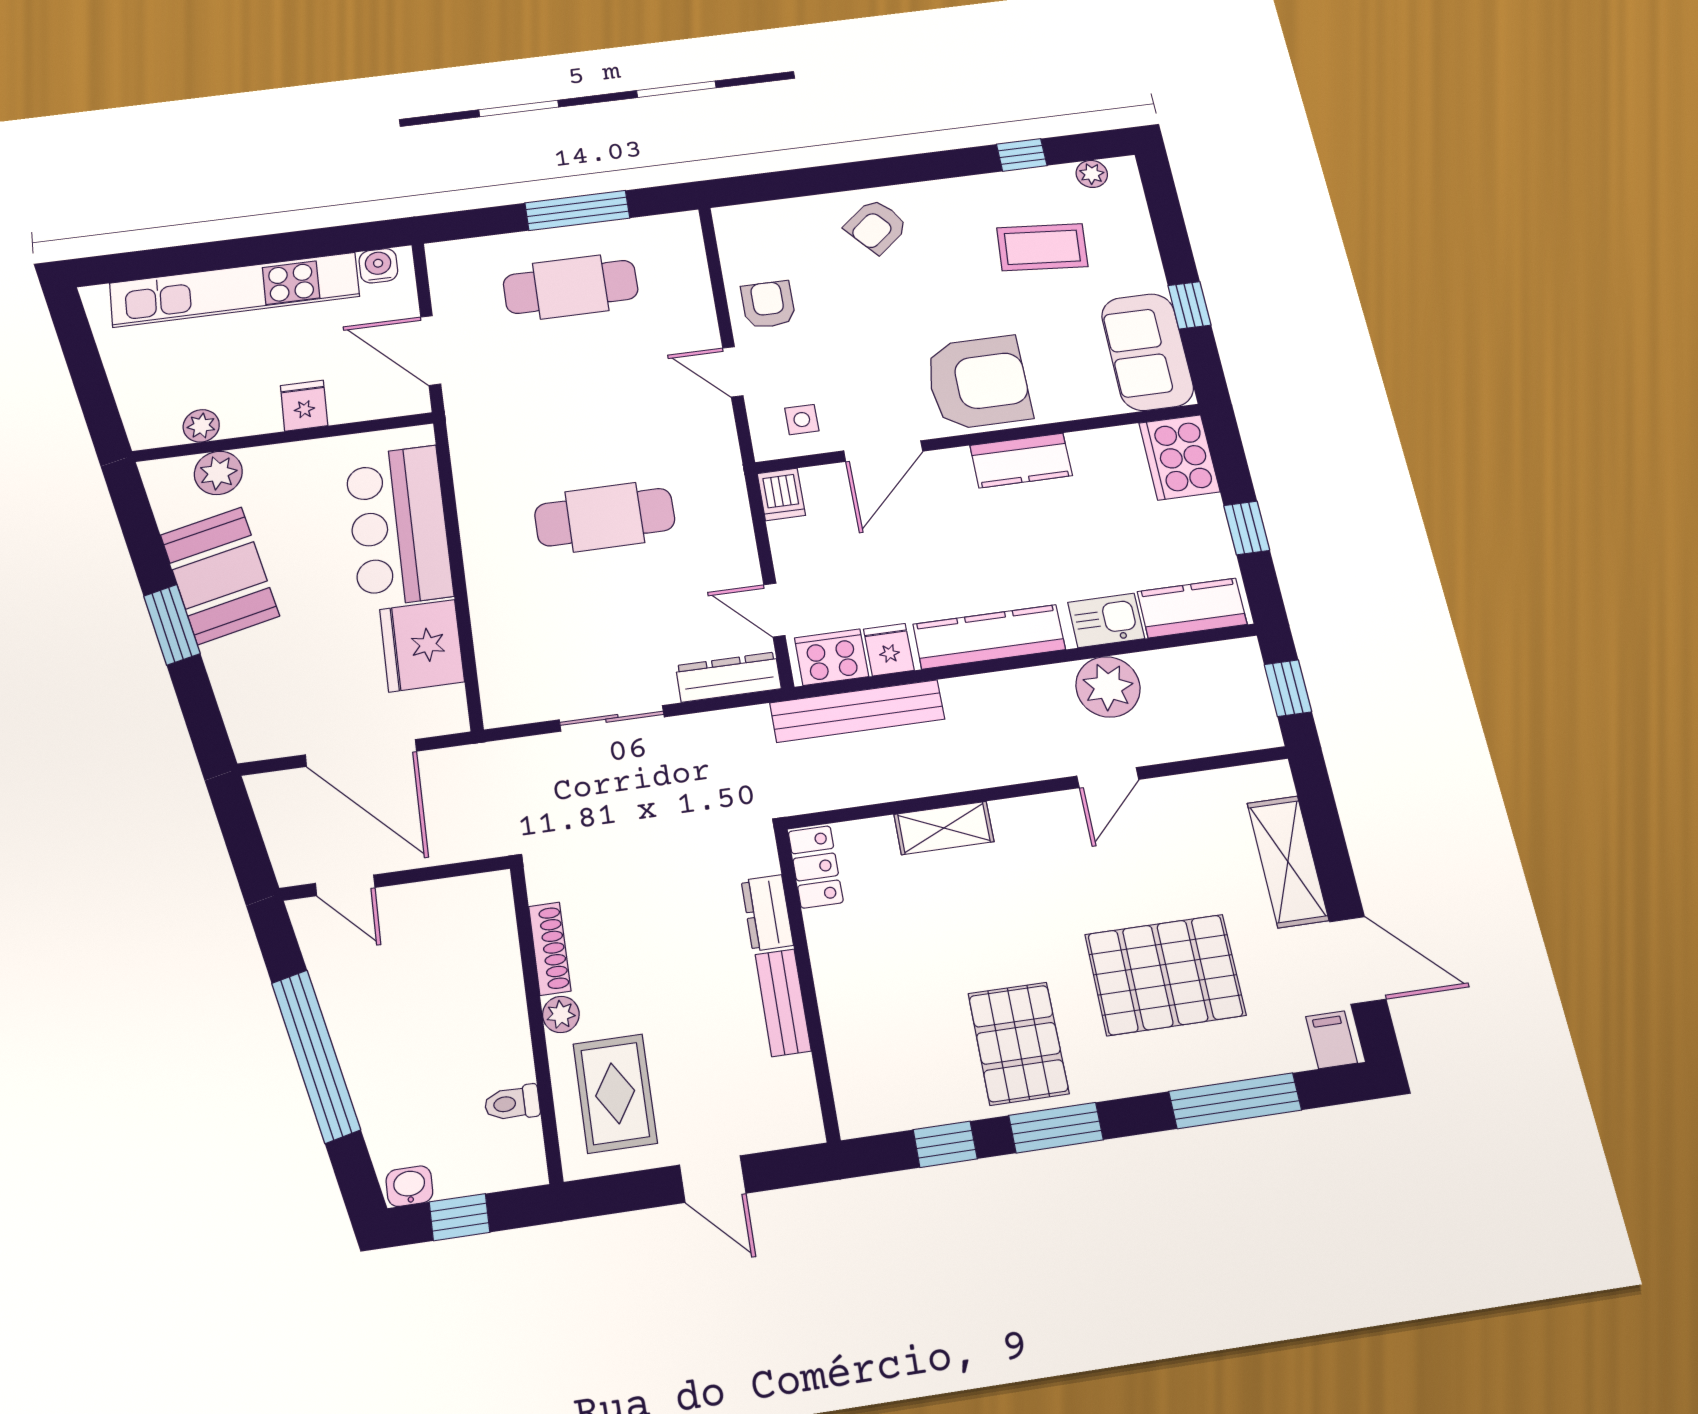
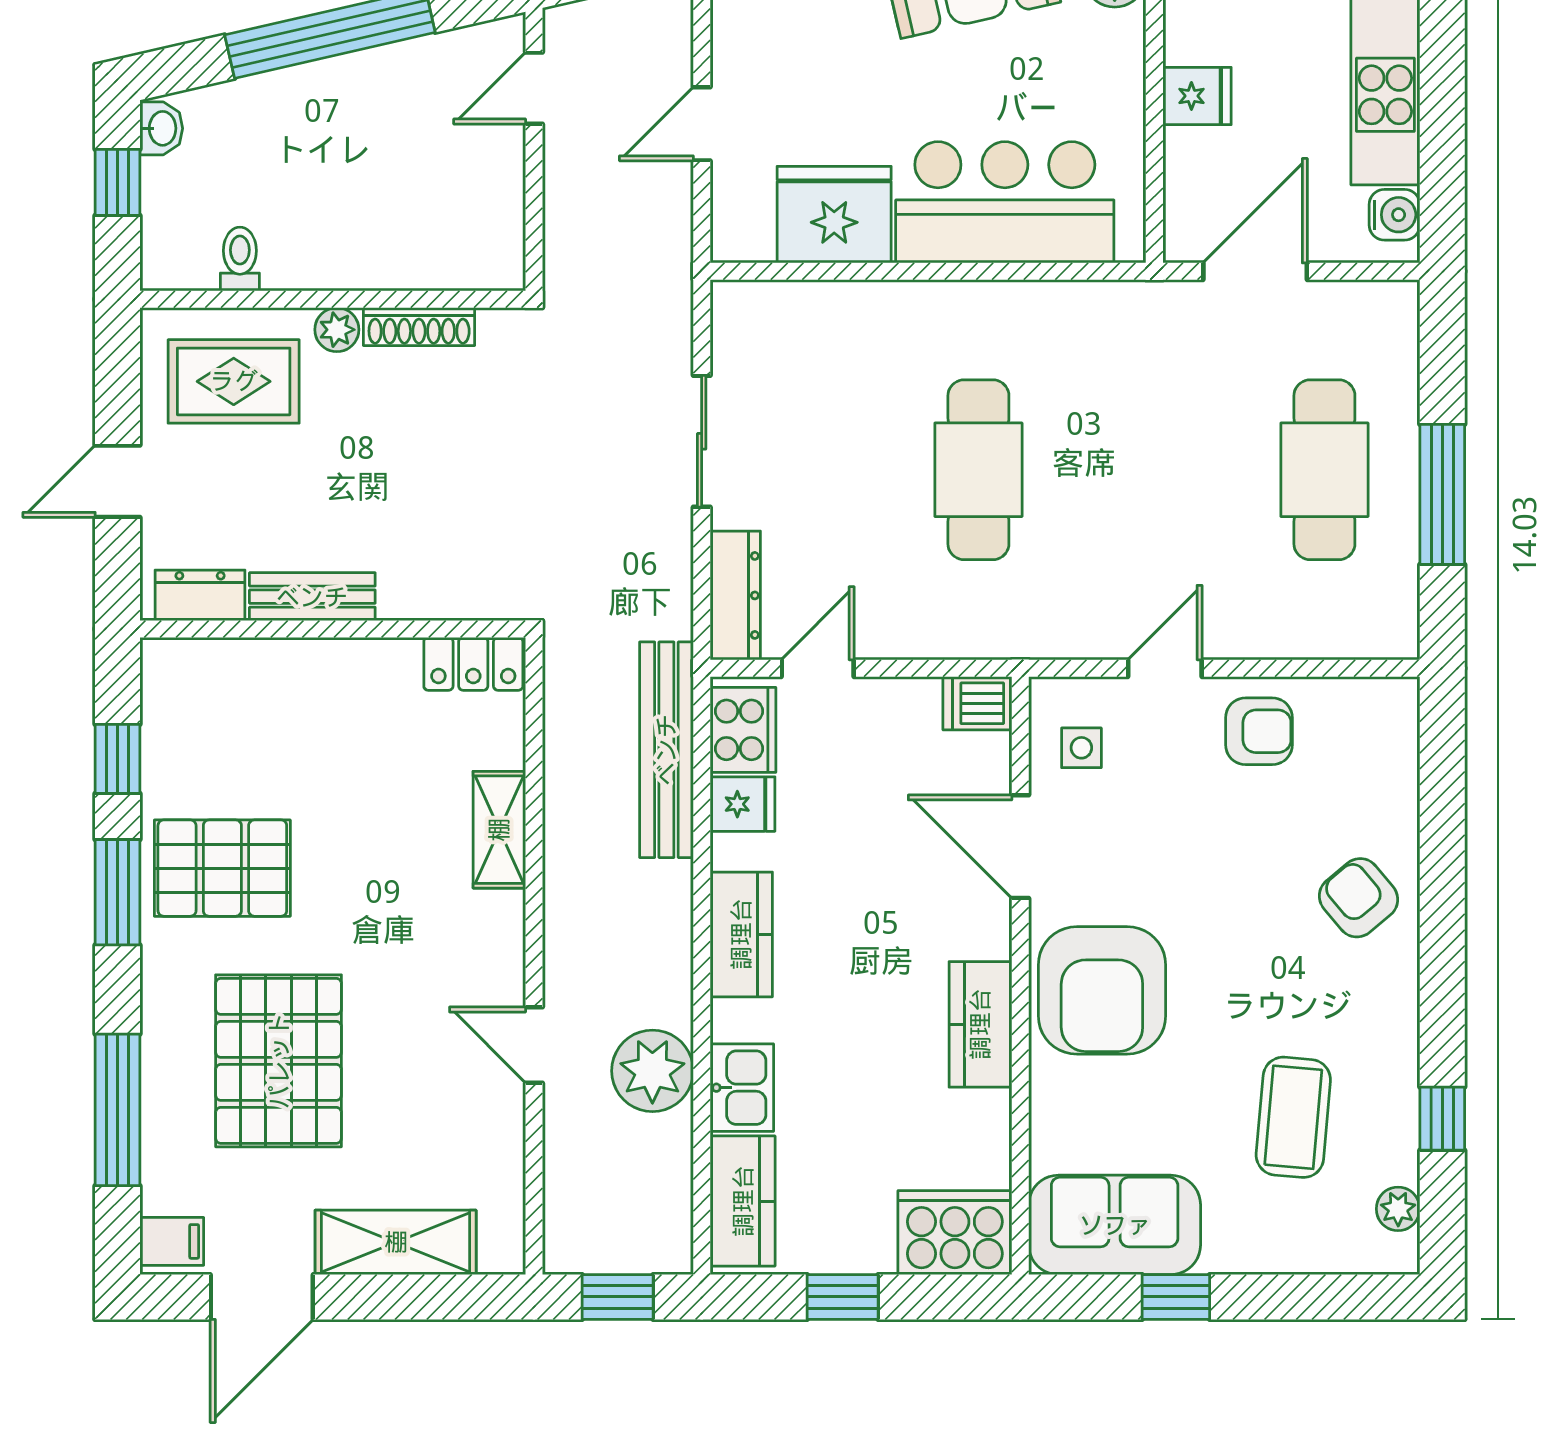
kitchen counter: (989, 637) -> (741, 934), width x0.67
door: (361, 753) -> (702, 124), width x0.53
dresser: (767, 913) -> (200, 595), moved

